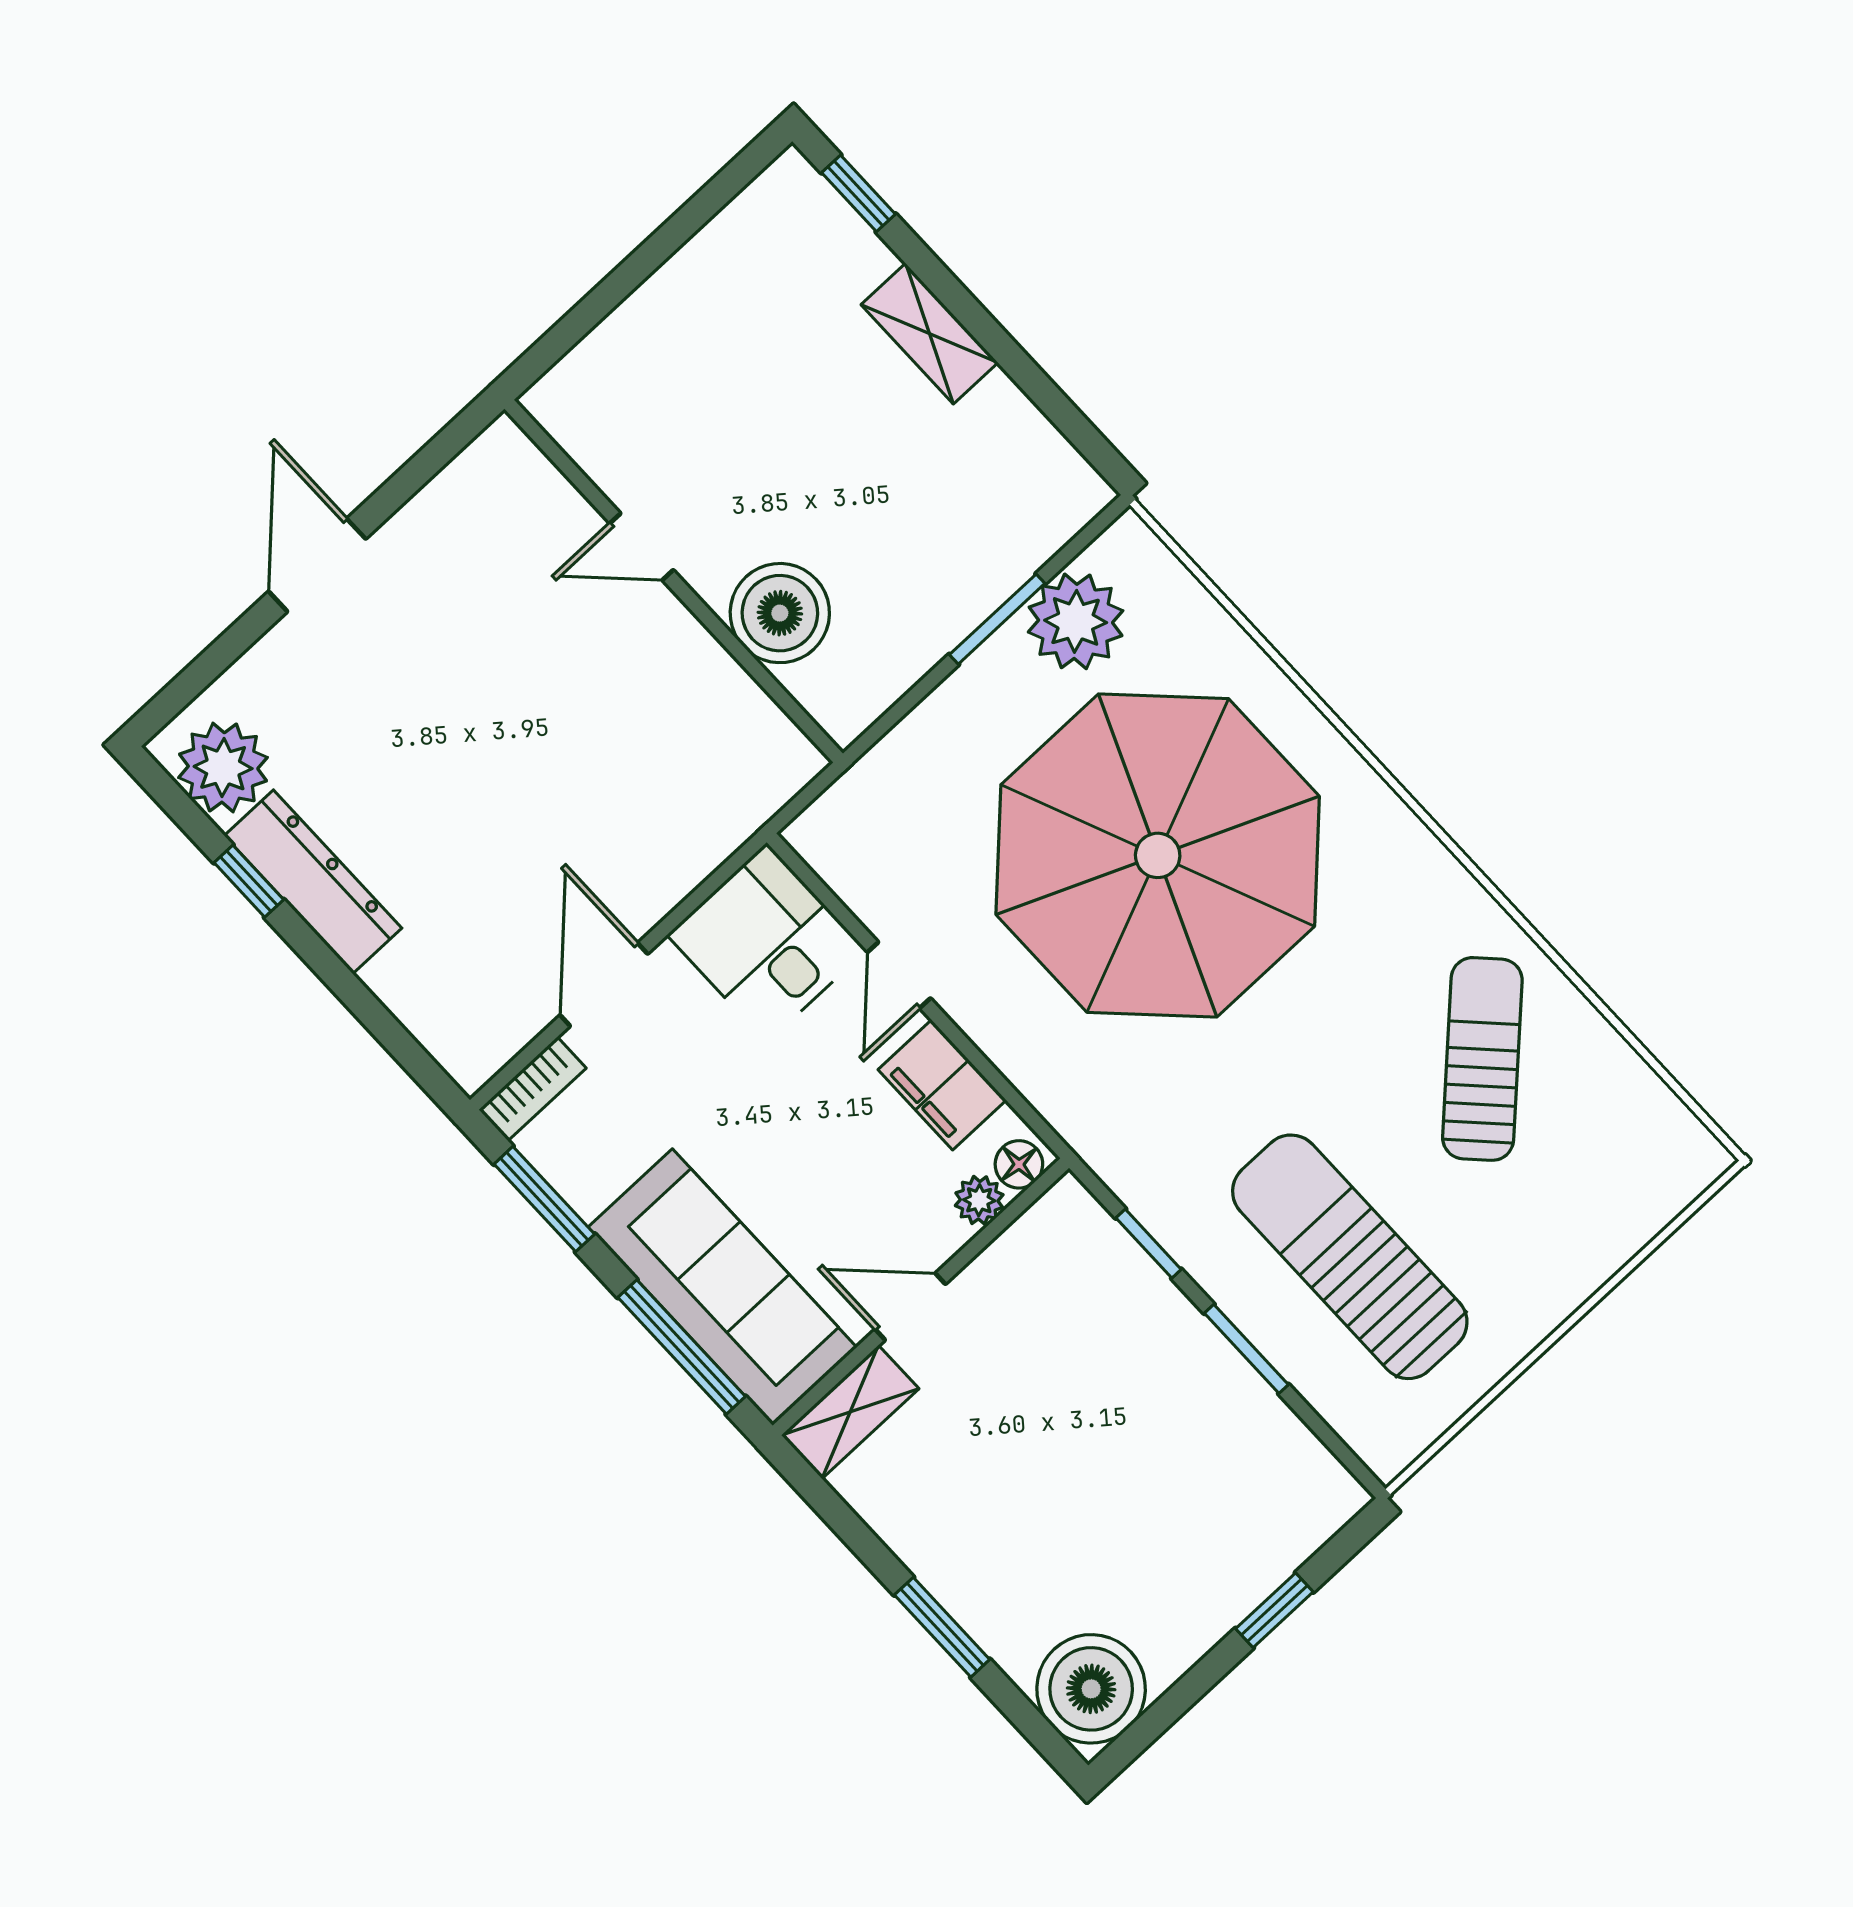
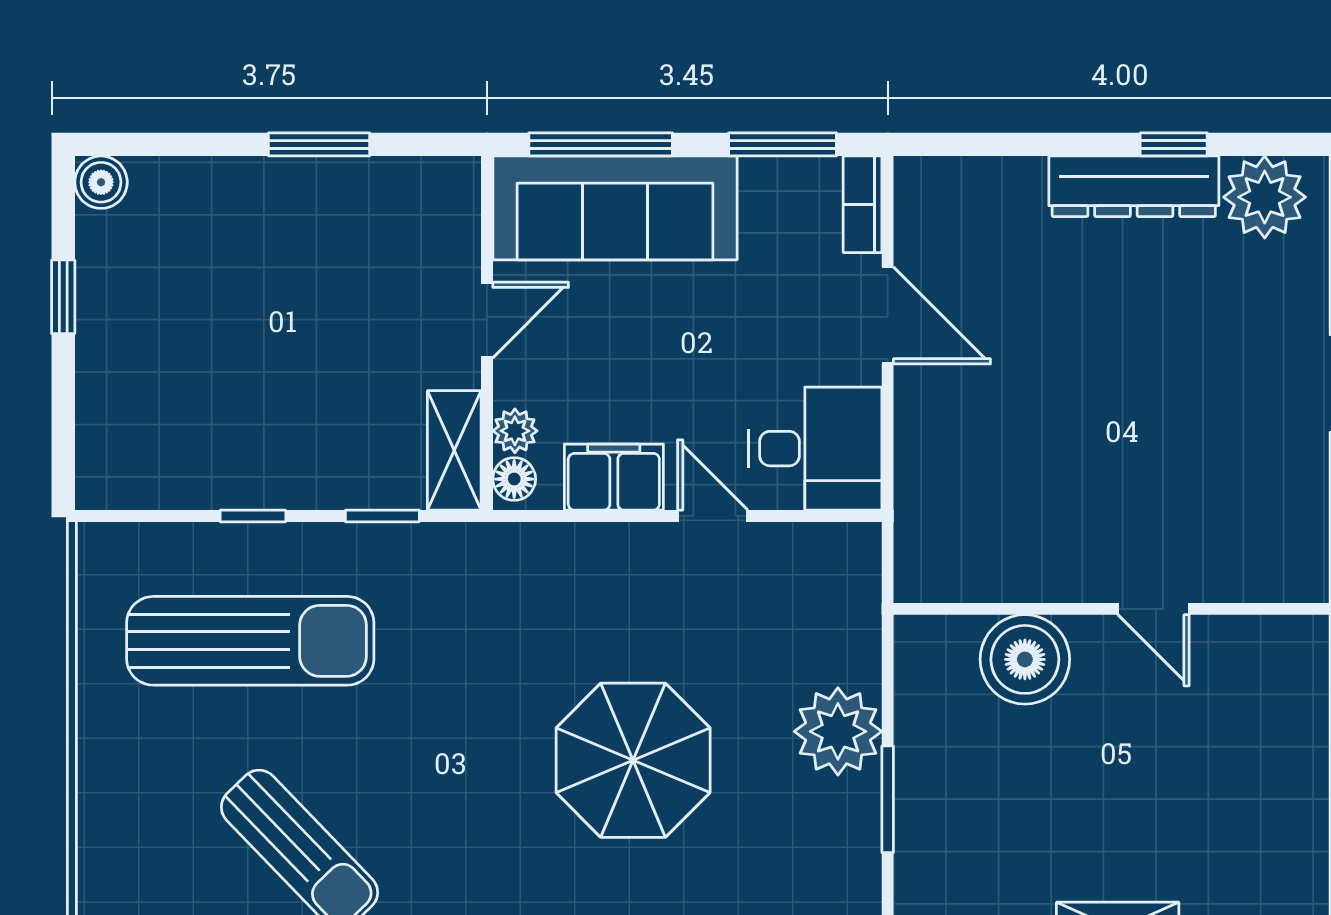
door: (642, 547) -> (1154, 609), swing flipped
plant: (1076, 621) -> (838, 731), moved
parasol: (1158, 855) -> (633, 760), width x0.54, depth x0.54
window: (1246, 1349) -> (253, 516), width x0.67
shelving: (850, 1412) -> (454, 450), moved
window: (1274, 1610) -> (63, 297), moved
window: (942, 1627) -> (319, 144), moved
boiler: (1091, 1689) -> (101, 182), width x0.54, depth x0.54

